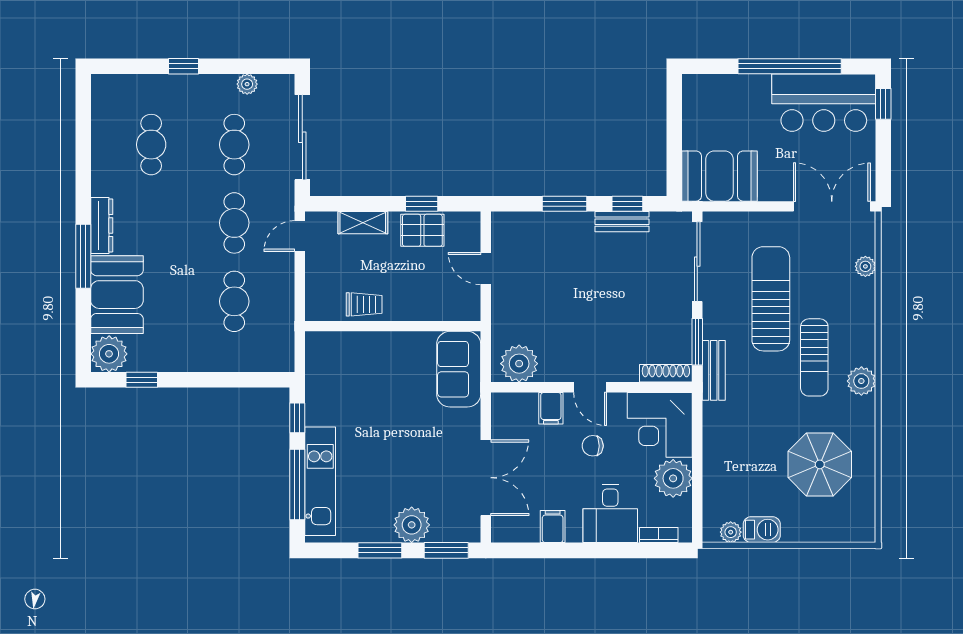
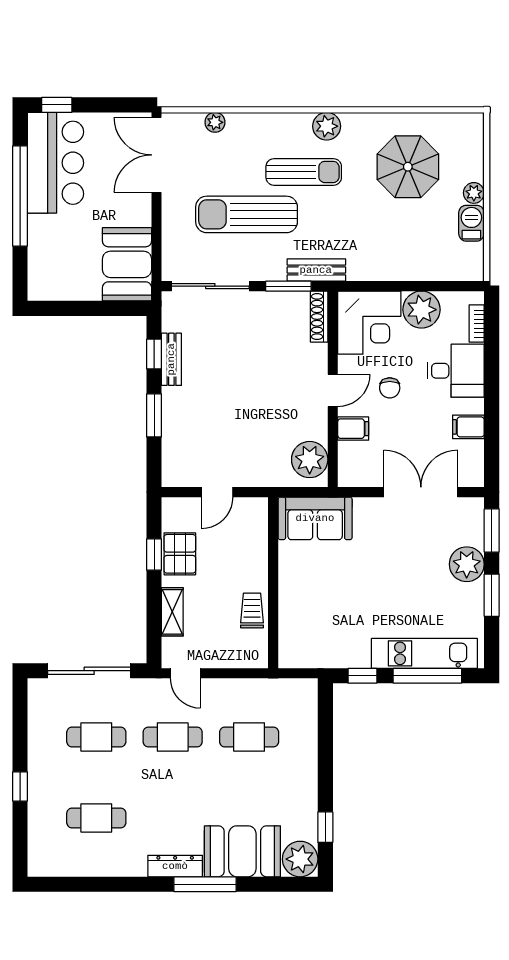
plant: (247, 84) -> (37, 725), removed
plant: (731, 532) -> (474, 193), moved

